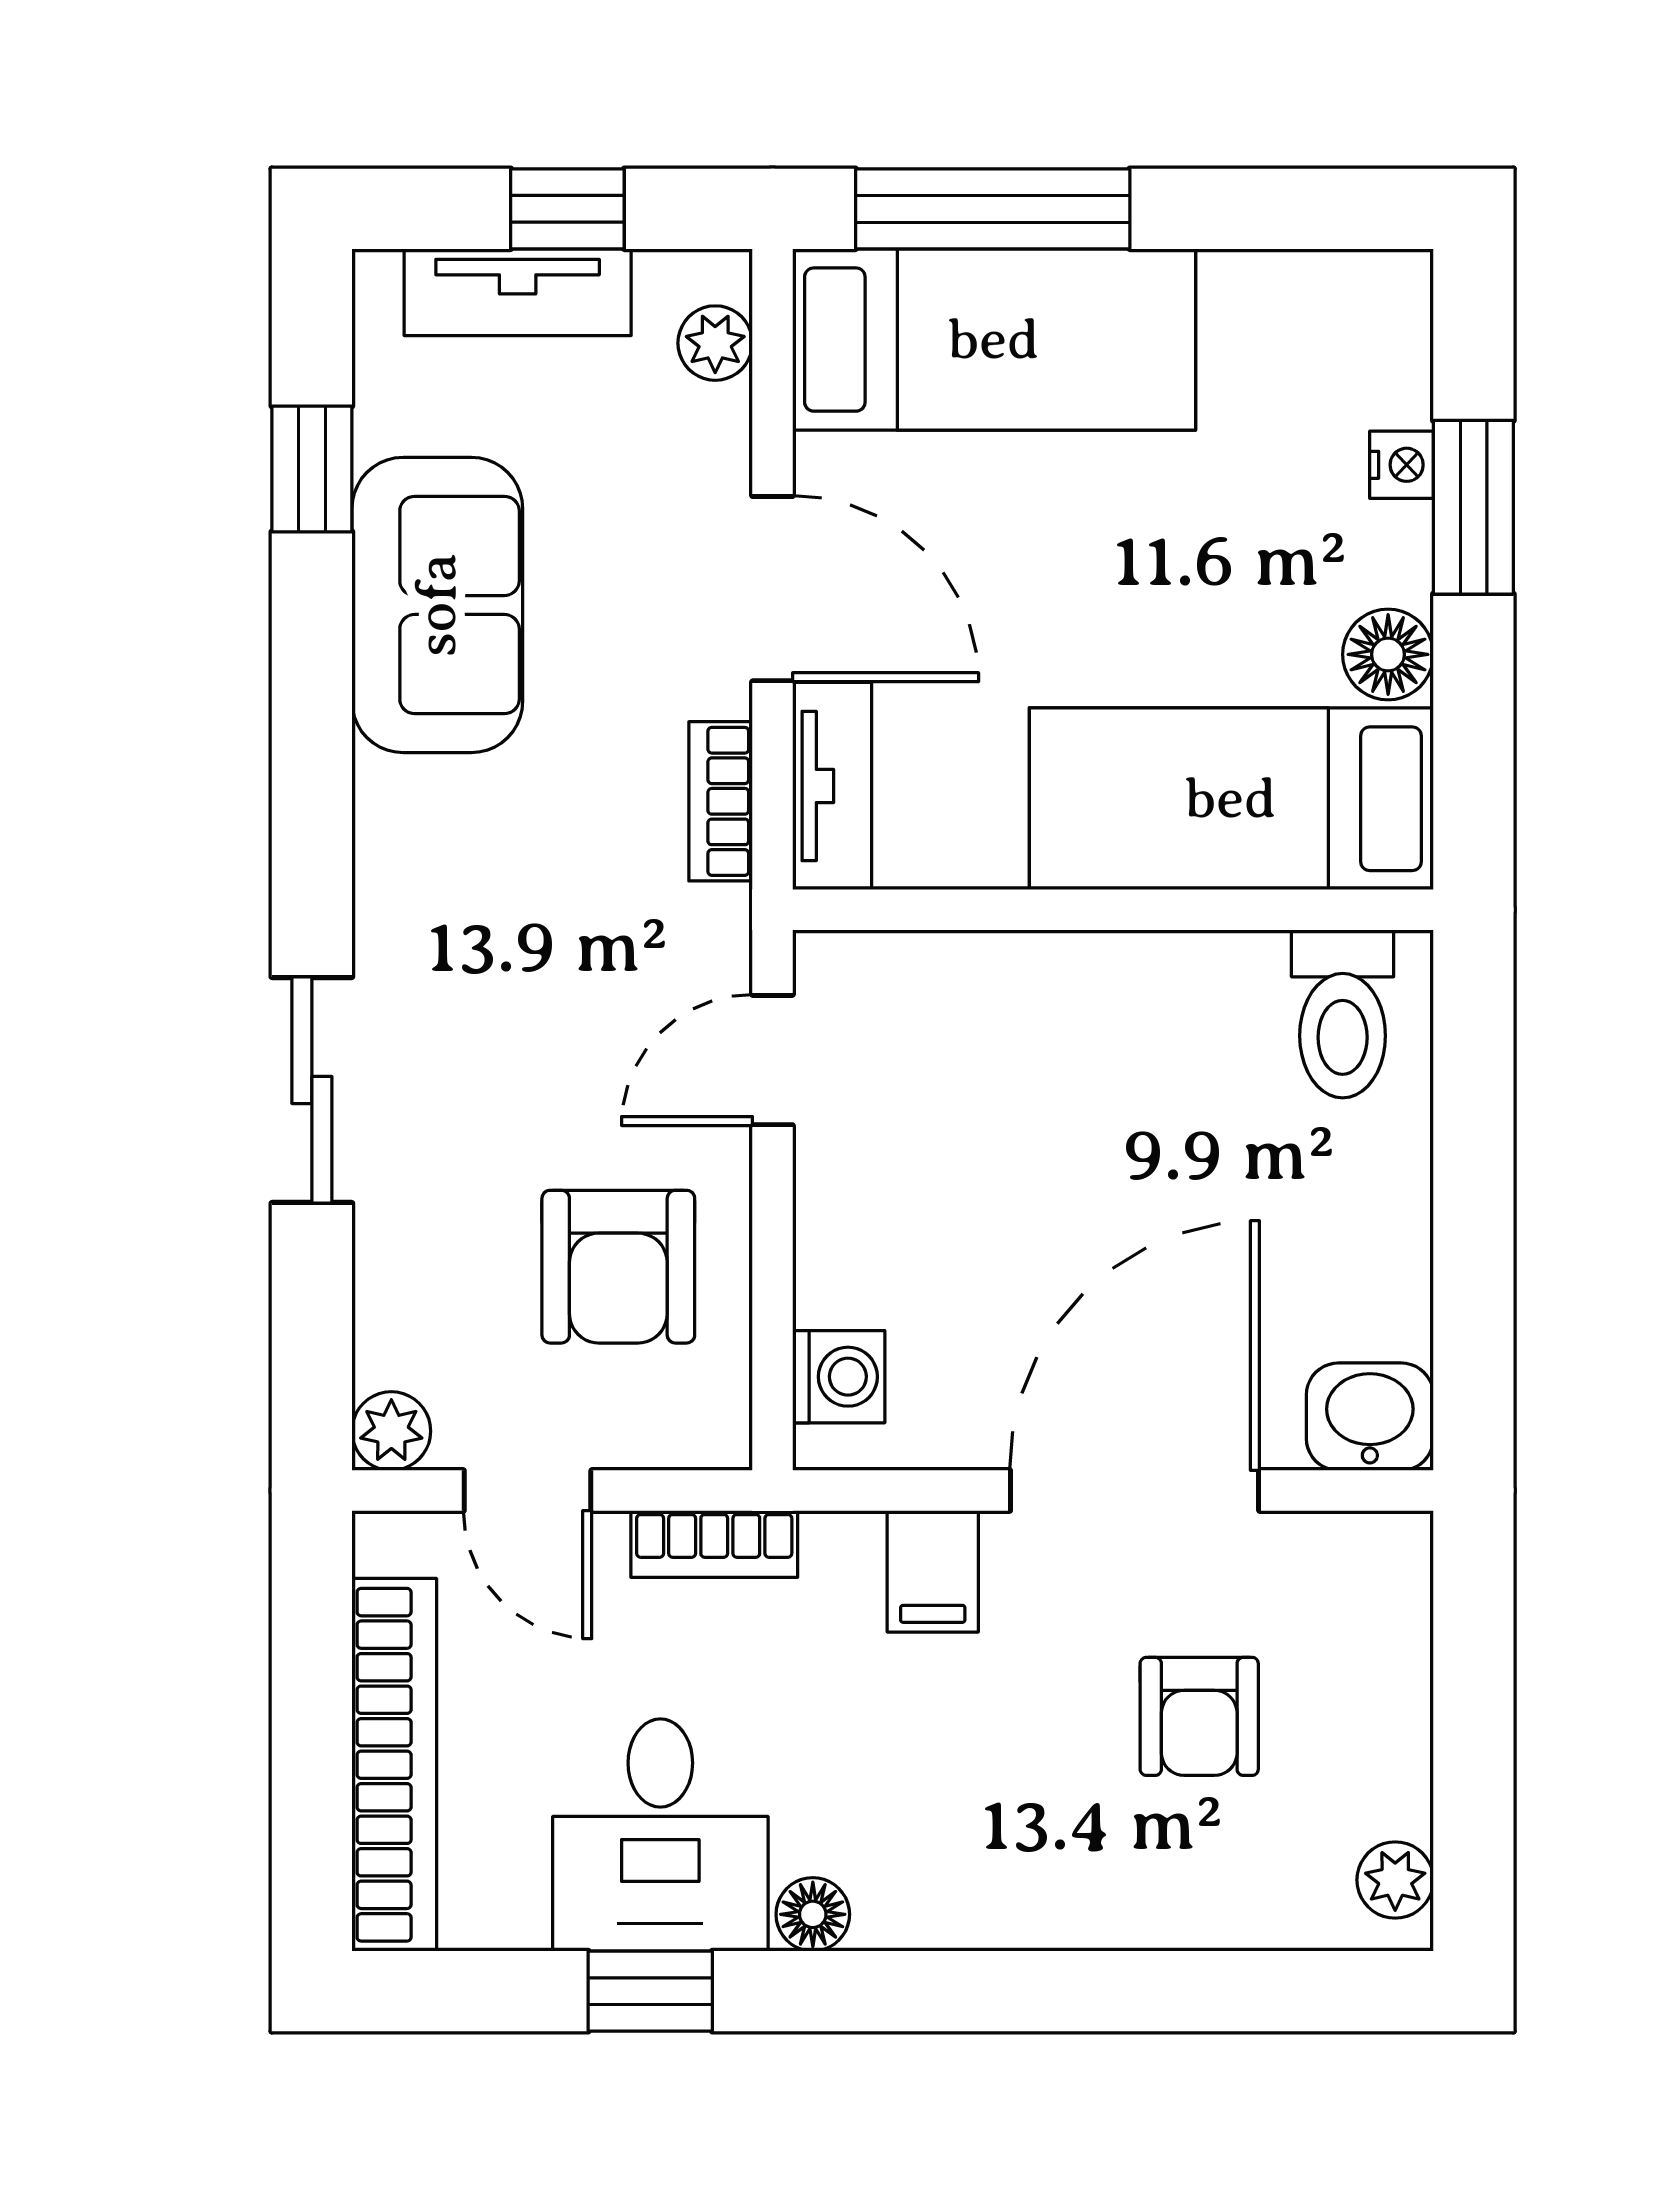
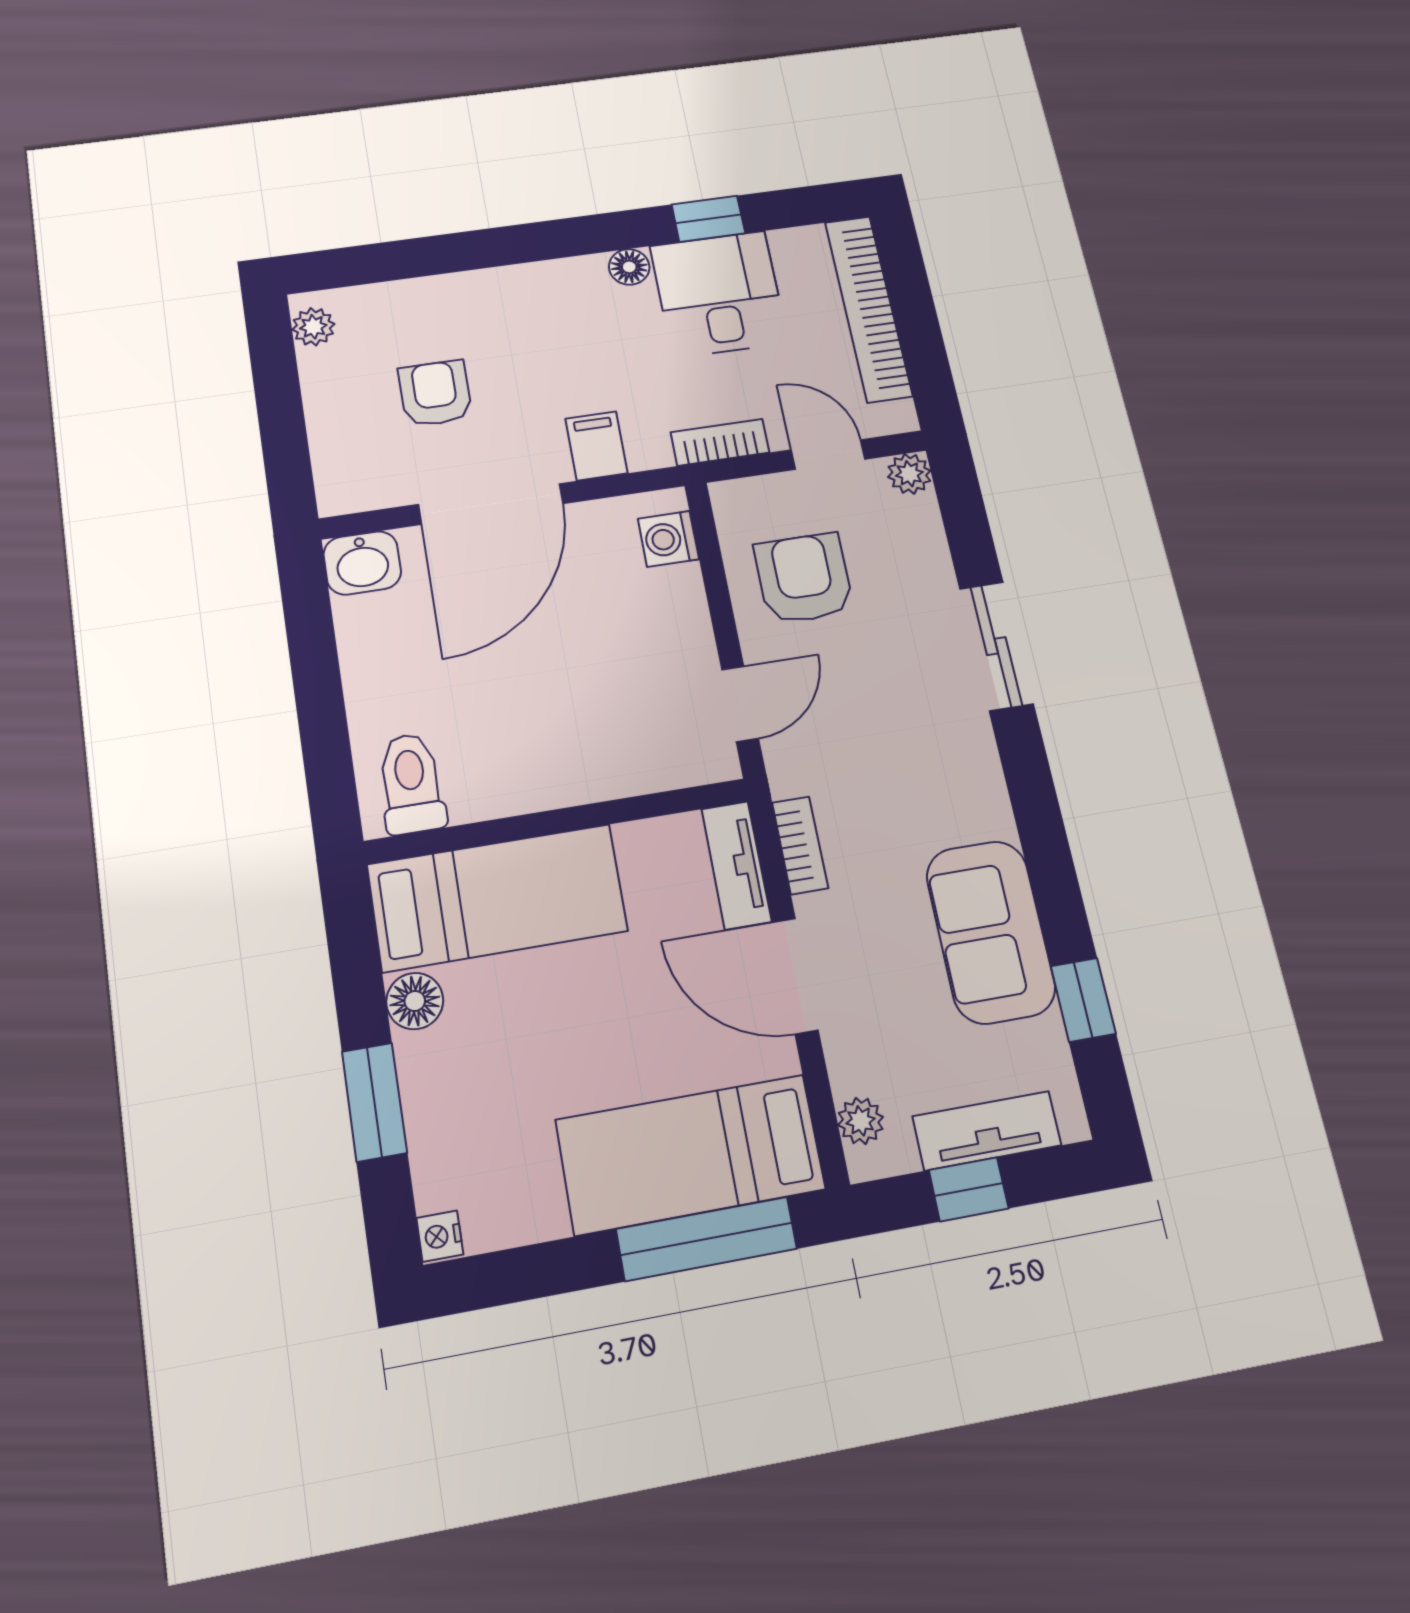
nightstand: (1402, 465) -> (440, 1236), moved

